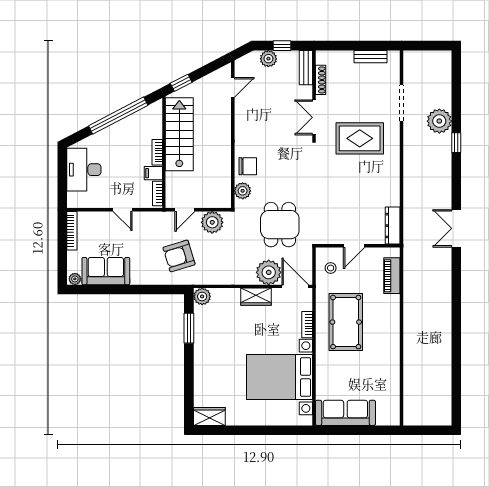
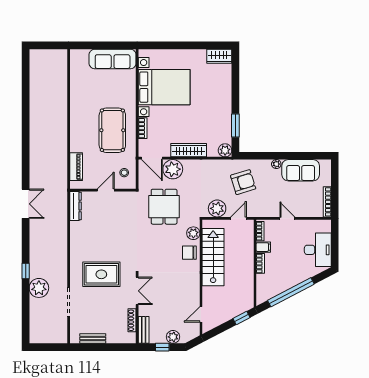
stairs: (179, 134) -> (213, 257), moved, turned 180
plant: (75, 279) -> (276, 164), moved
wardrobe: (256, 297) -> (189, 150), width x1.50

